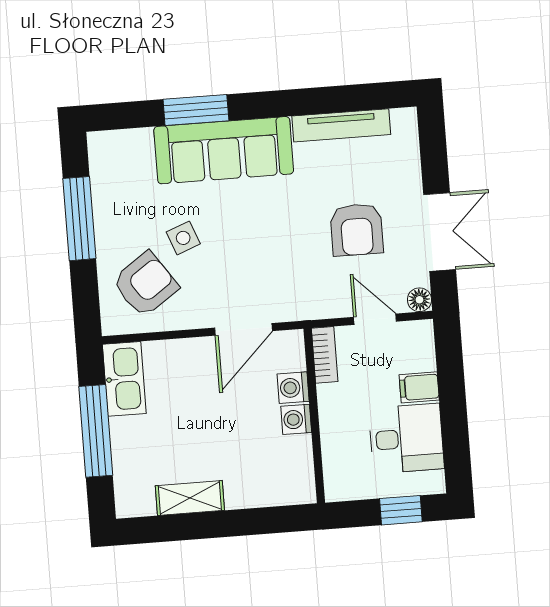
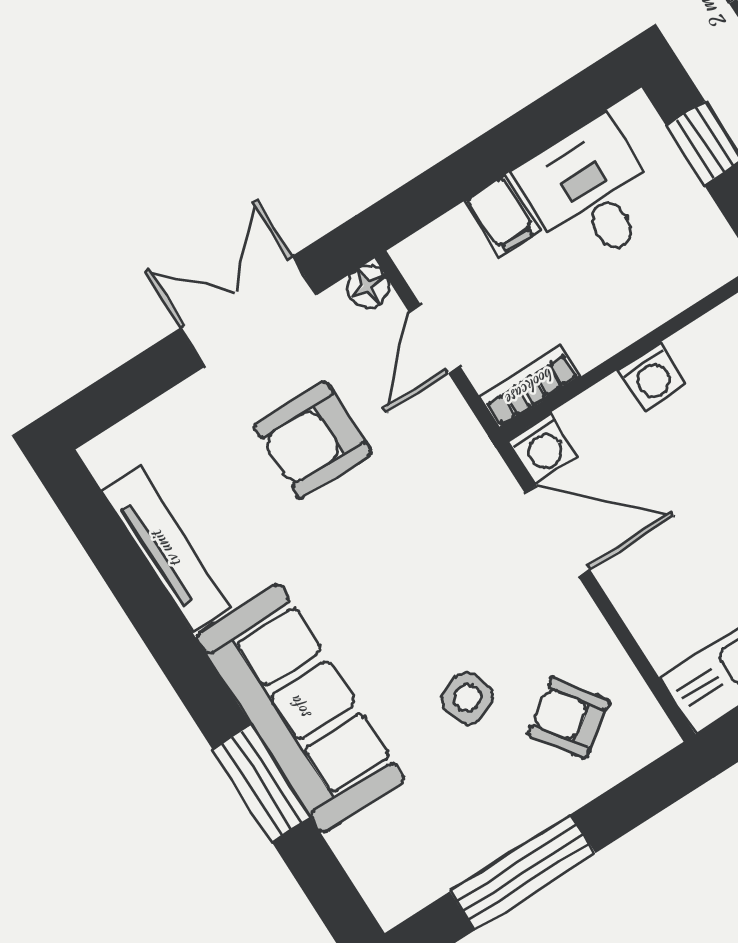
armchair: (357, 230) -> (313, 440), turned 180
armchair: (145, 284) -> (569, 718), width x0.72, depth x0.72
washing machine: (293, 388) -> (543, 448), moved

